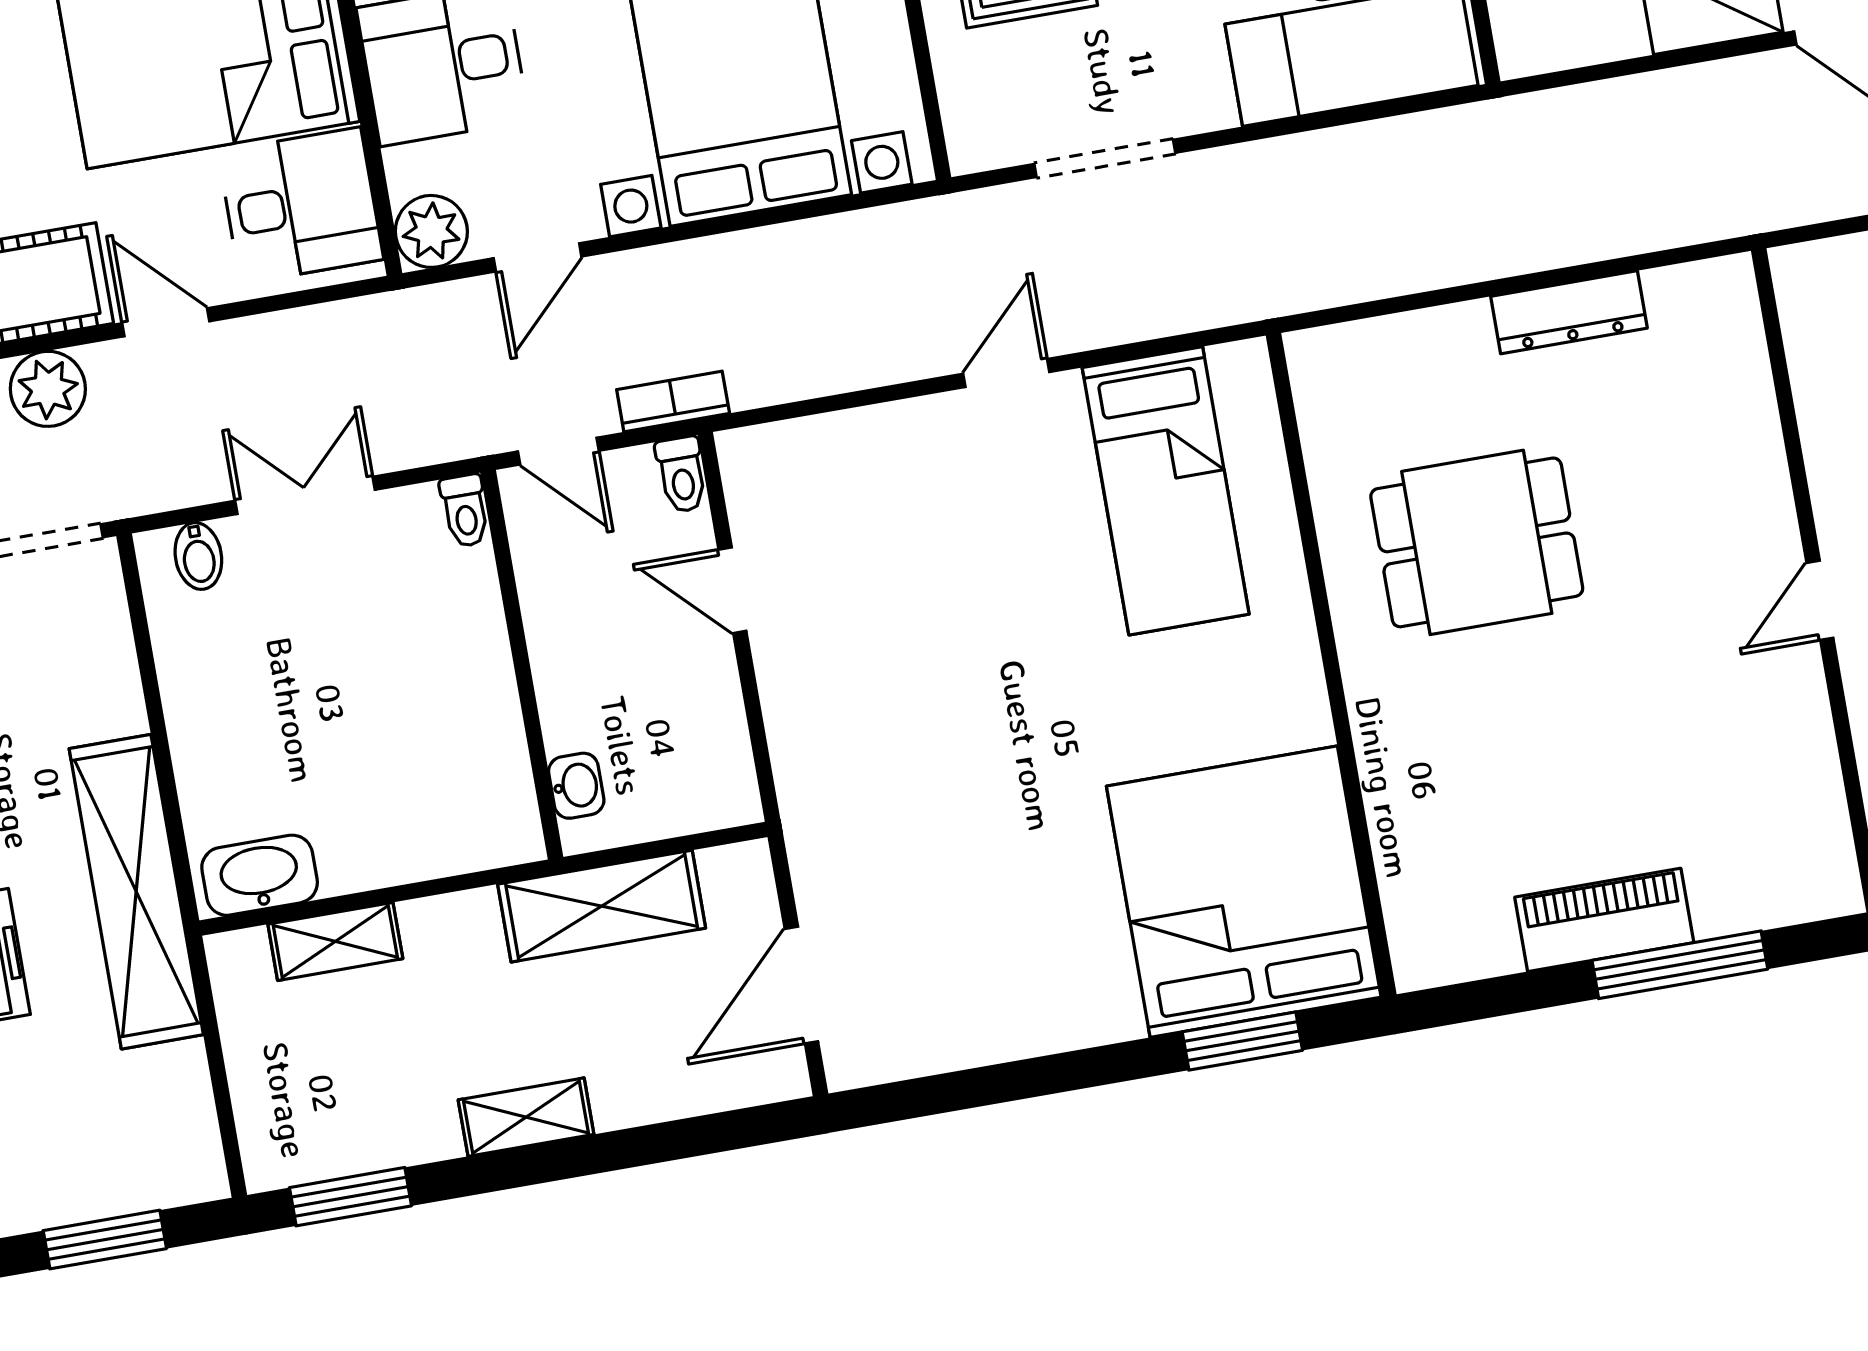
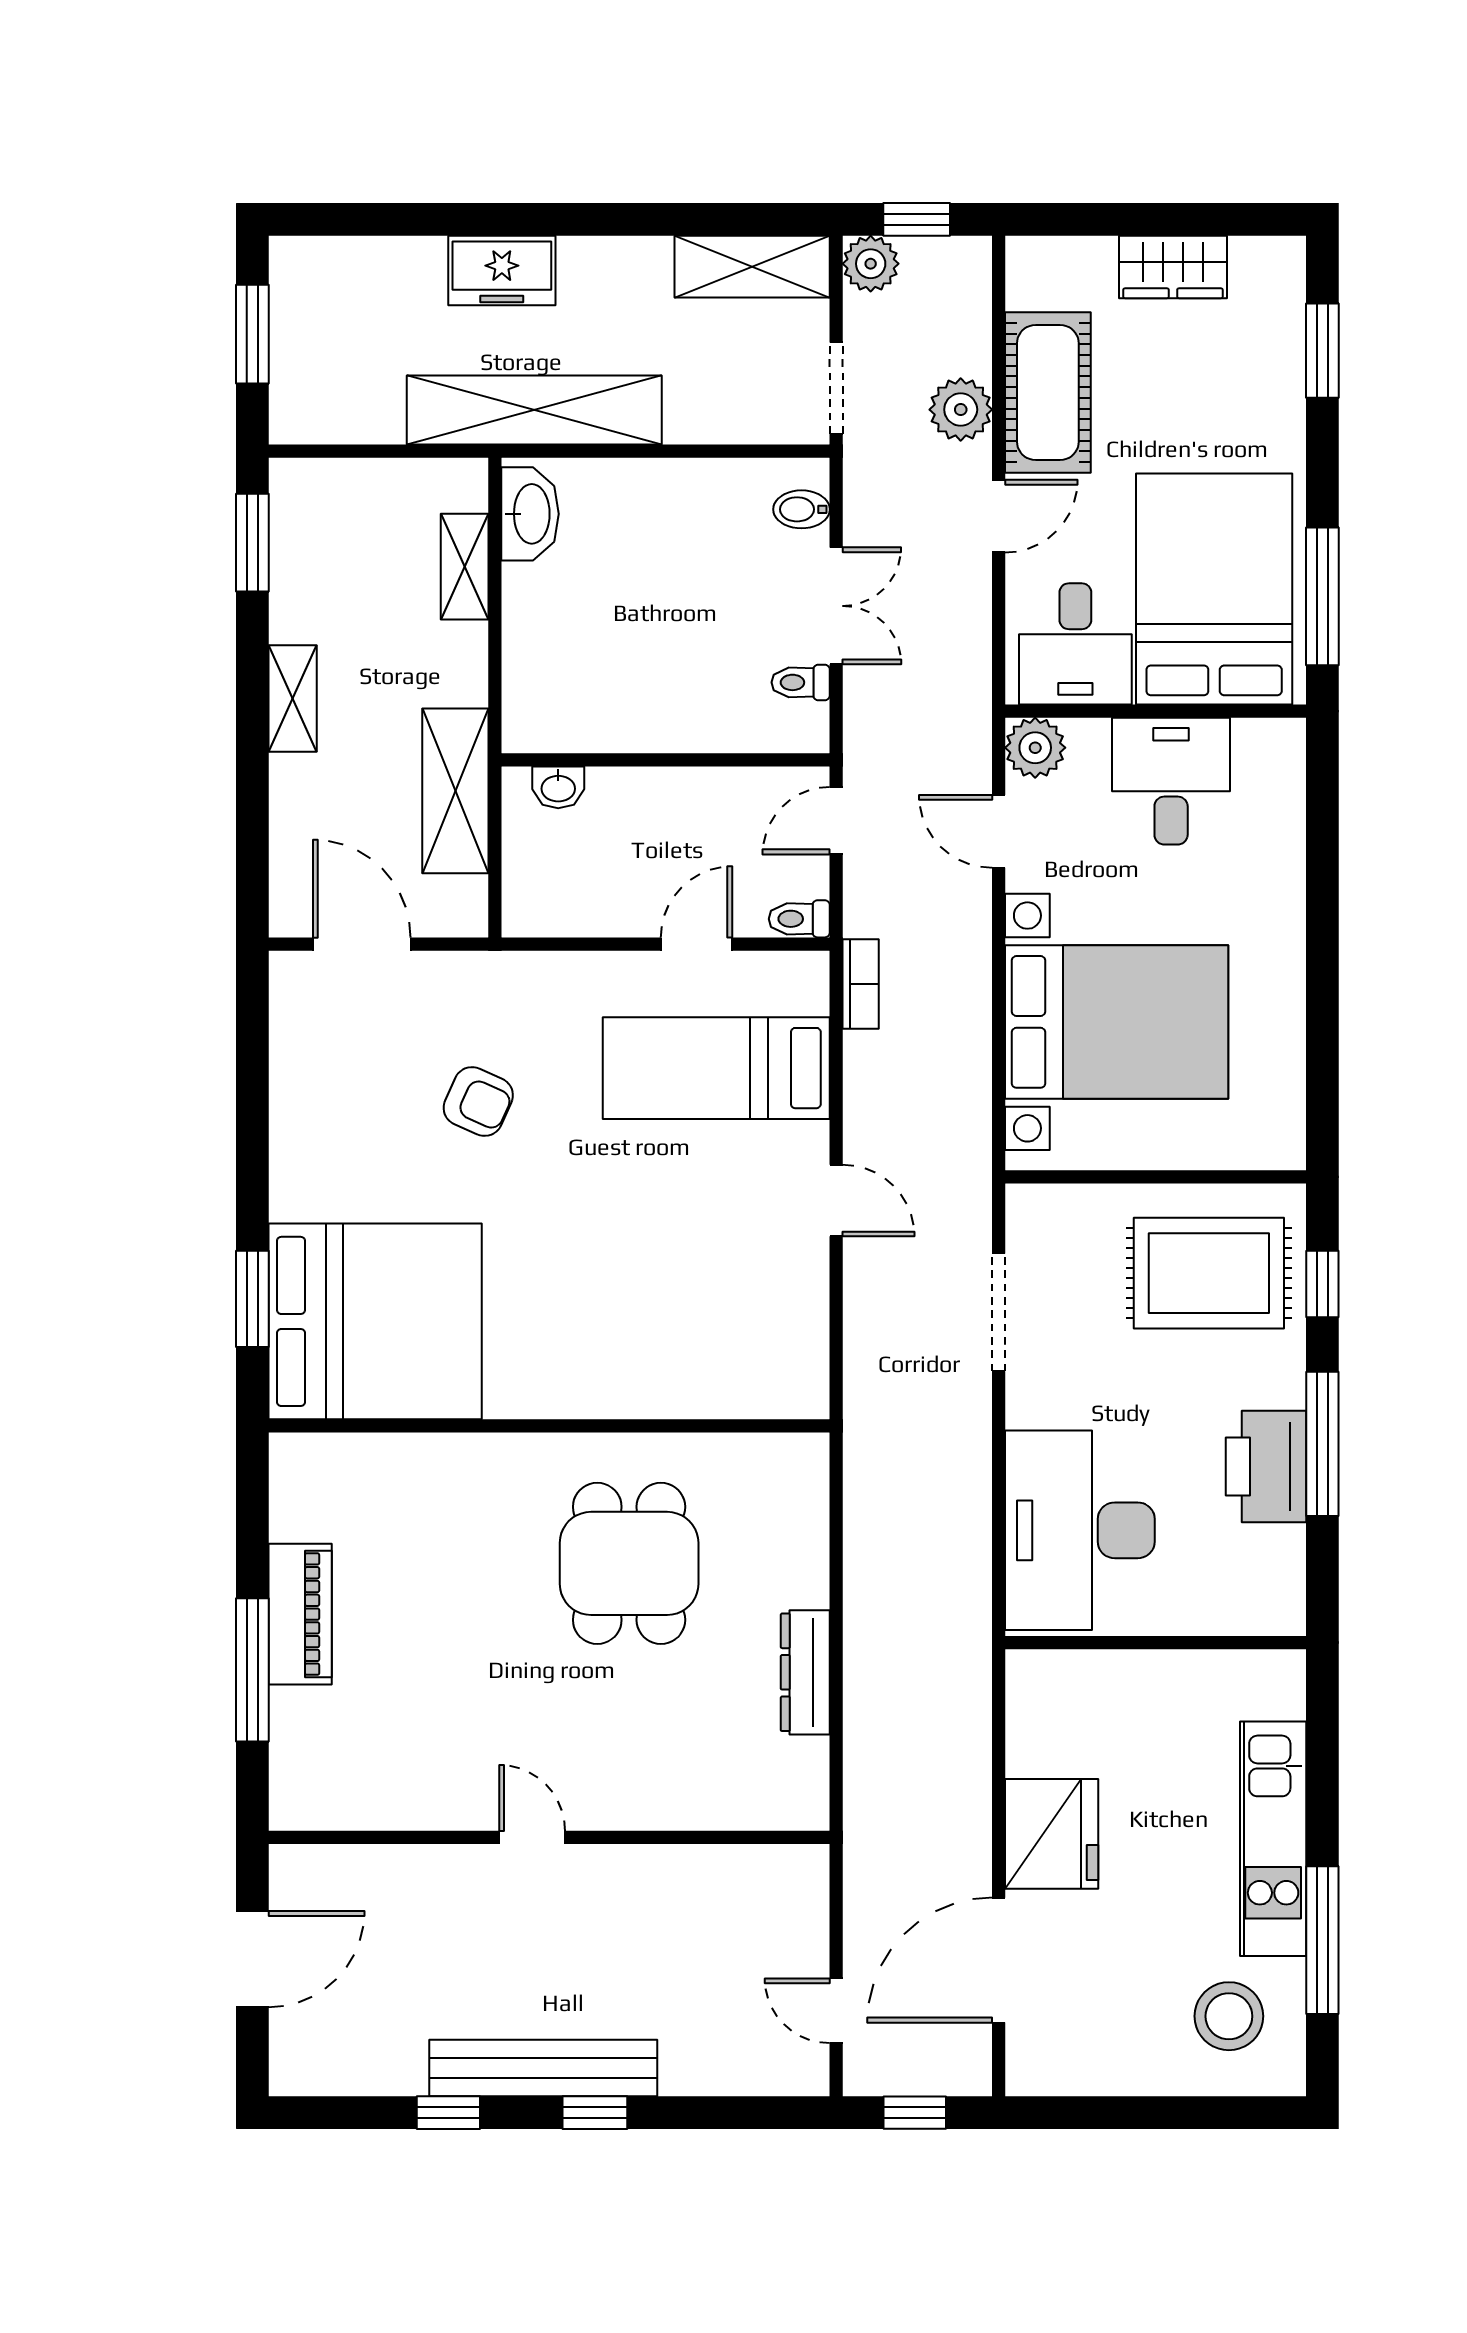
bookcase: (673, 401) -> (861, 984), moved
bed: (1166, 491) -> (716, 1068), moved
toilet: (465, 511) -> (801, 682), moved
armchair: (963, 815) -> (478, 1102), added

